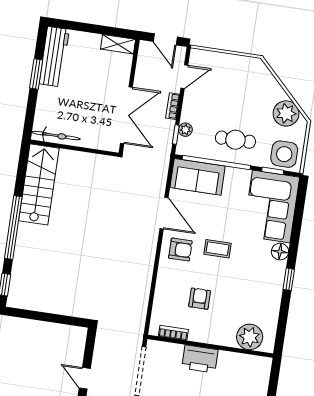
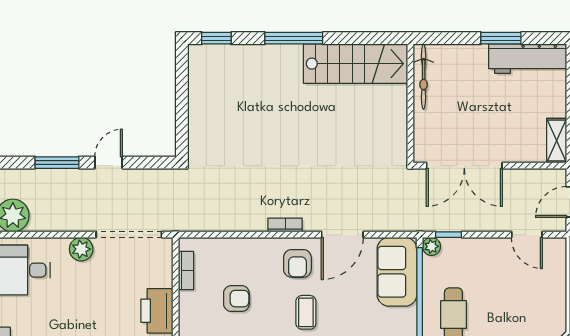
bookcase: (173, 106) -> (285, 225), moved
plant: (185, 130) -> (431, 246), moved
window: (13, 227) -> (294, 38), width x0.68

